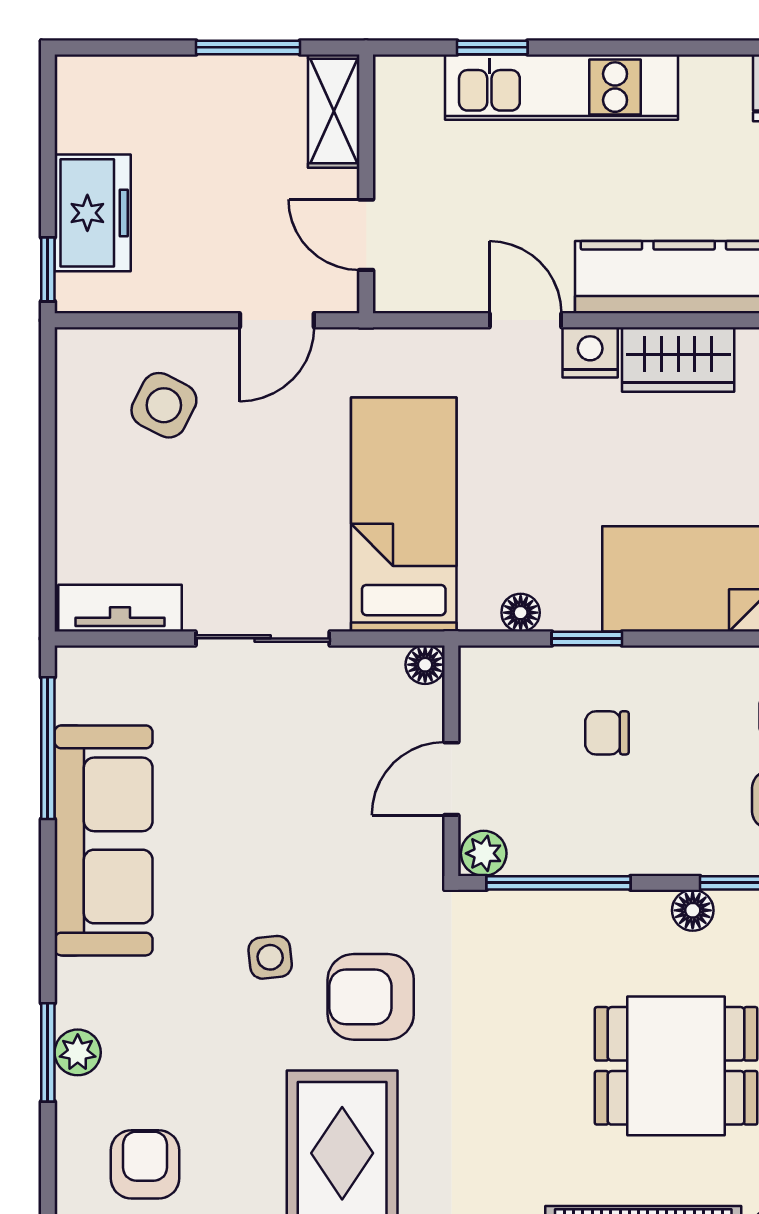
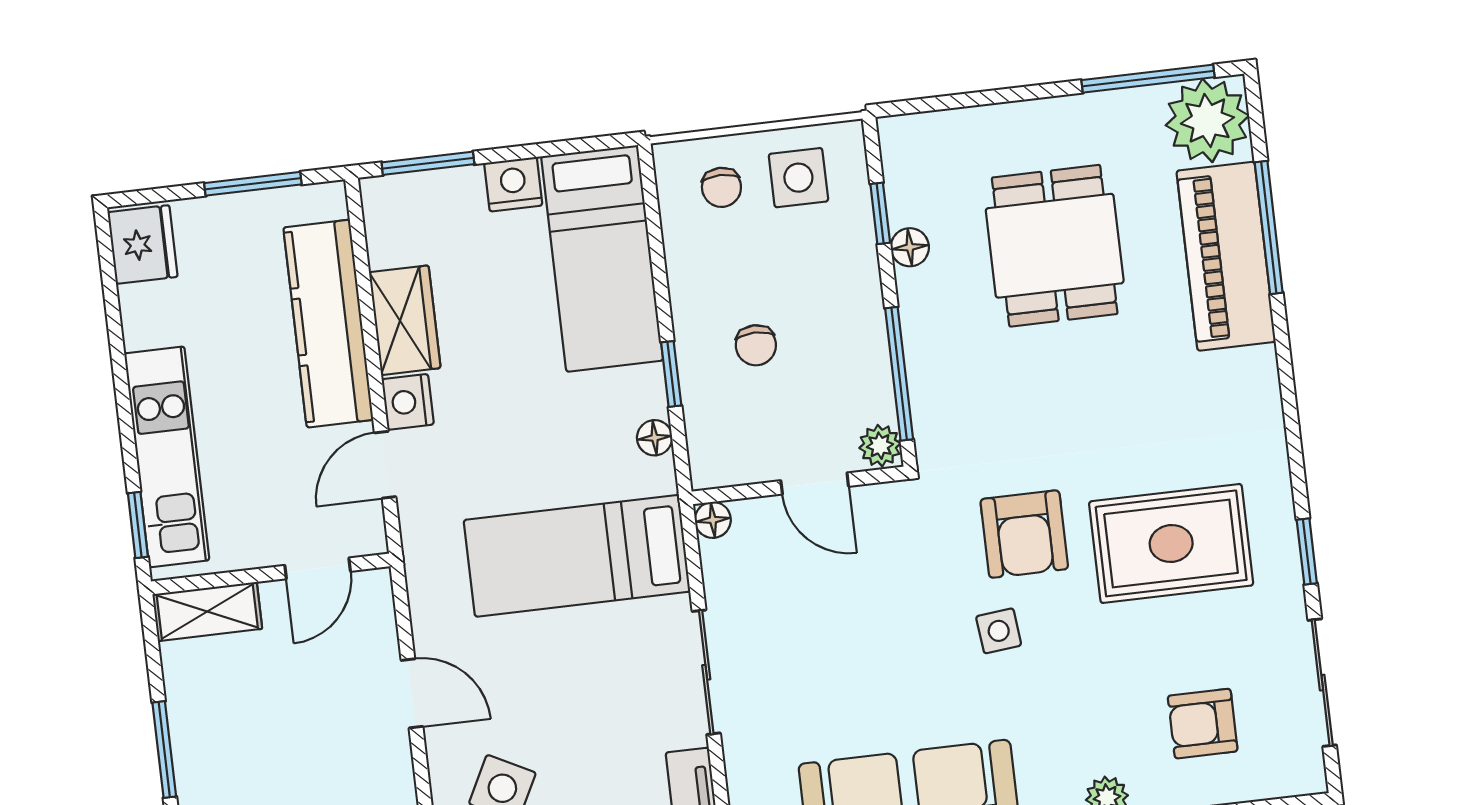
shelving: (334, 111) -> (207, 612), moved
wall: (366, 184) -> (271, 574), moved
door: (366, 235) -> (318, 568), moved

